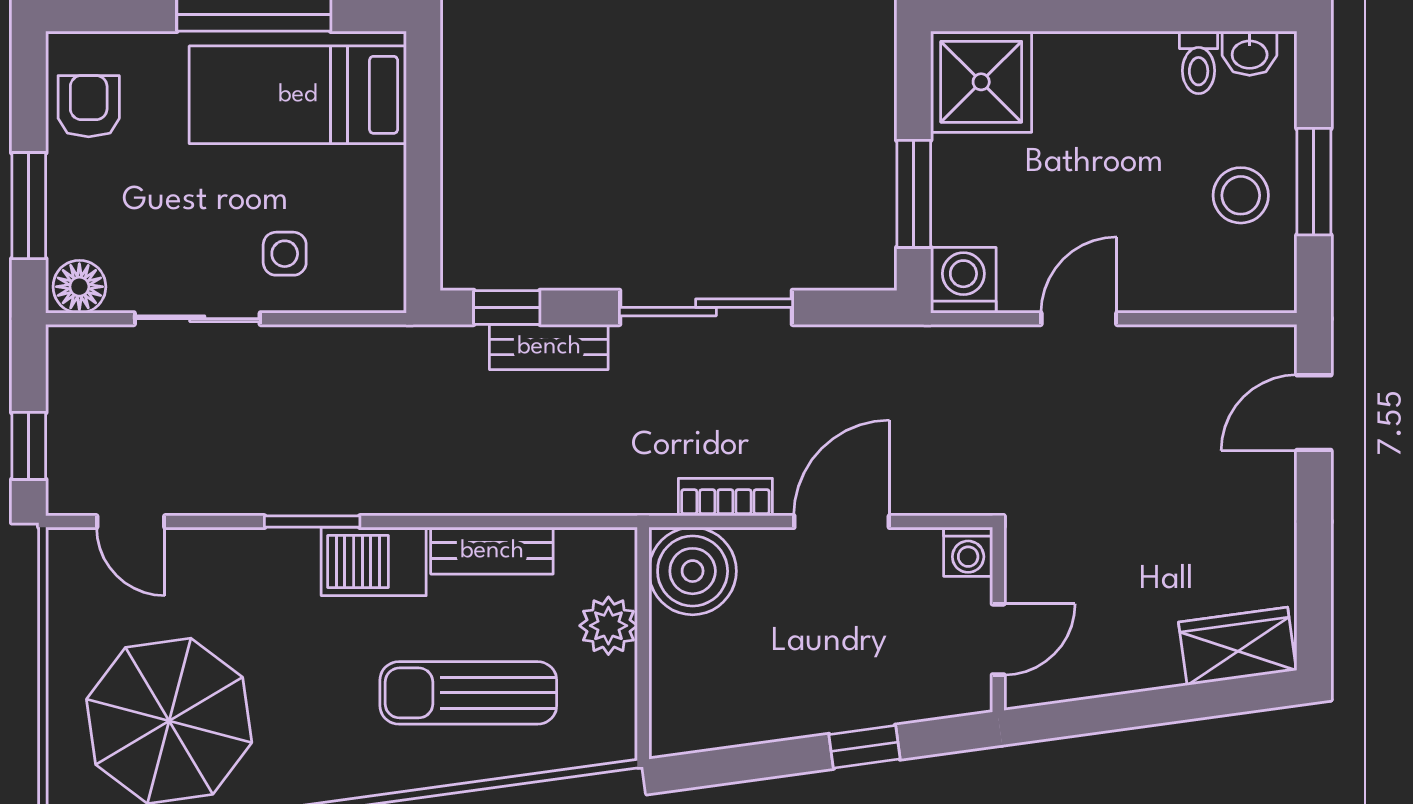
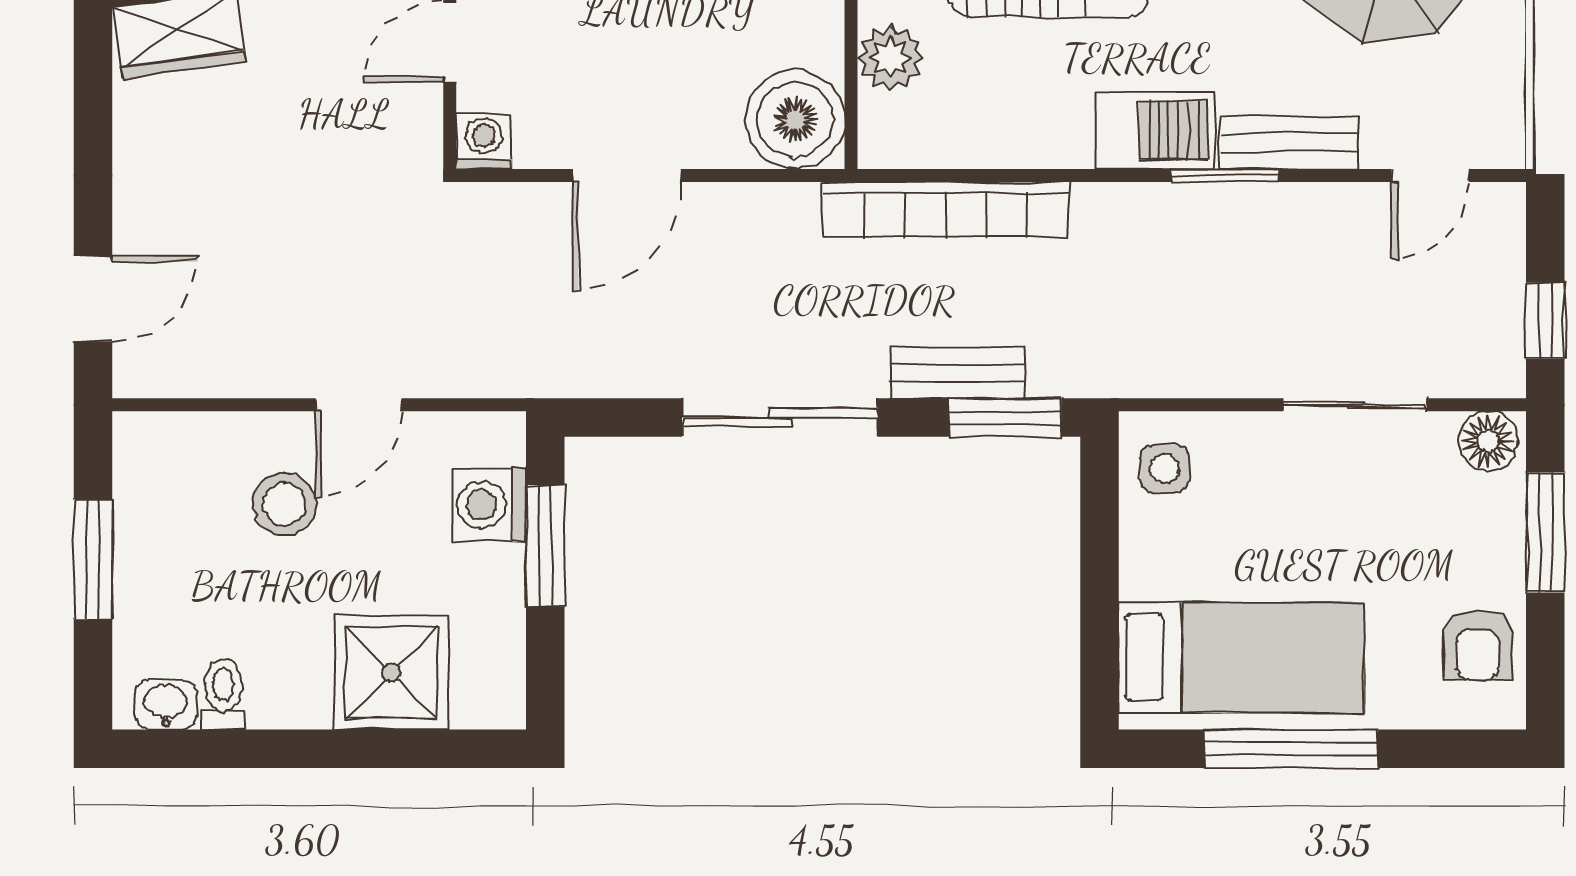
shower: (981, 82) -> (391, 672), moved
stool: (1241, 195) -> (284, 504), moved
side table: (285, 254) -> (1165, 469), moved
washing machine: (963, 280) -> (489, 505), moved, turned 90
window: (507, 307) -> (1005, 418), width x1.50
window: (29, 446) -> (1545, 321), moved
bookcase: (725, 497) -> (945, 210), moved, width x2.31, depth x1.31
door: (131, 522) -> (1430, 175), swing flipped
bench: (492, 551) -> (1289, 143), moved

